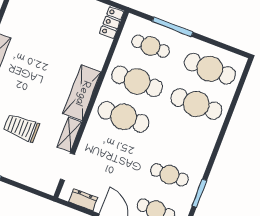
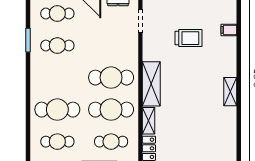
cafe table: (210, 69) -> (57, 142), width x0.73, depth x0.74
shelving: (69, 135) -> (148, 121), moved

